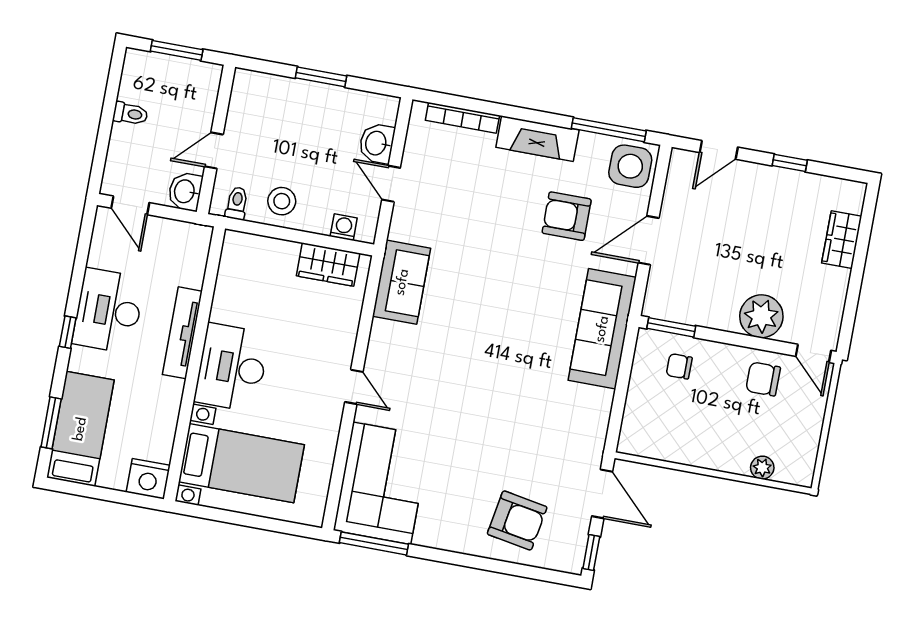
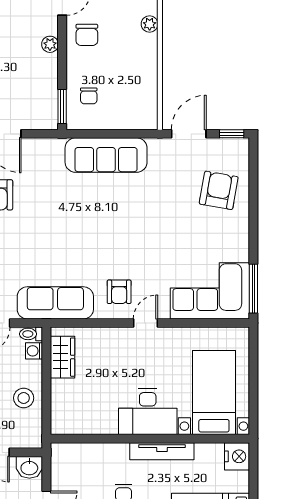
toilet: (237, 203) -> (31, 334), moved
sofa: (402, 282) -> (55, 303), width x1.36
plant: (761, 316) -> (50, 44), width x0.53, depth x0.53
sofa: (602, 329) -> (106, 155), moved
tv unit: (182, 333) -> (162, 451), moved
armchair: (403, 359) -> (119, 292), added

